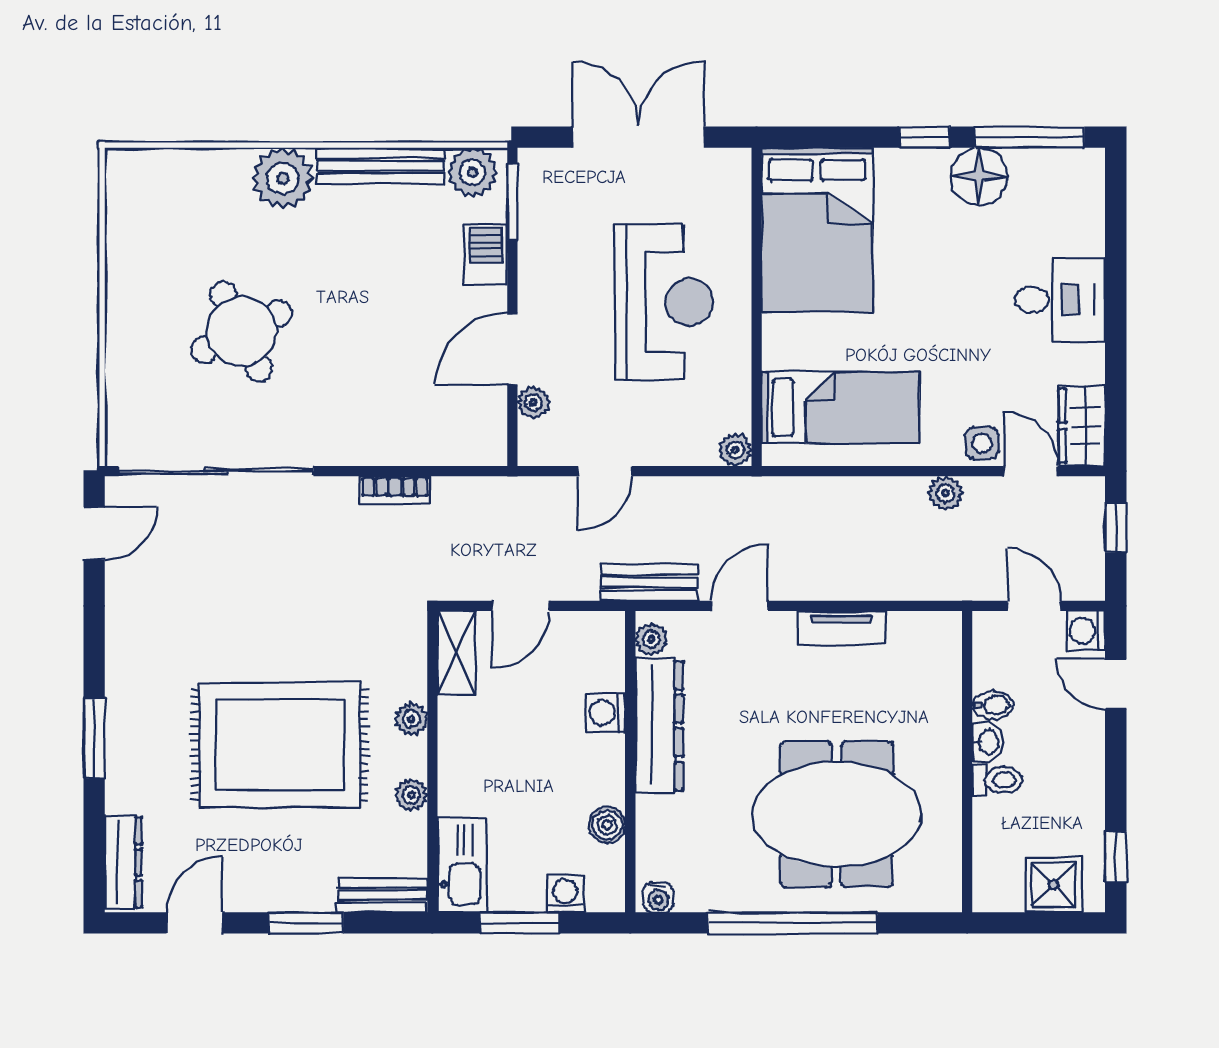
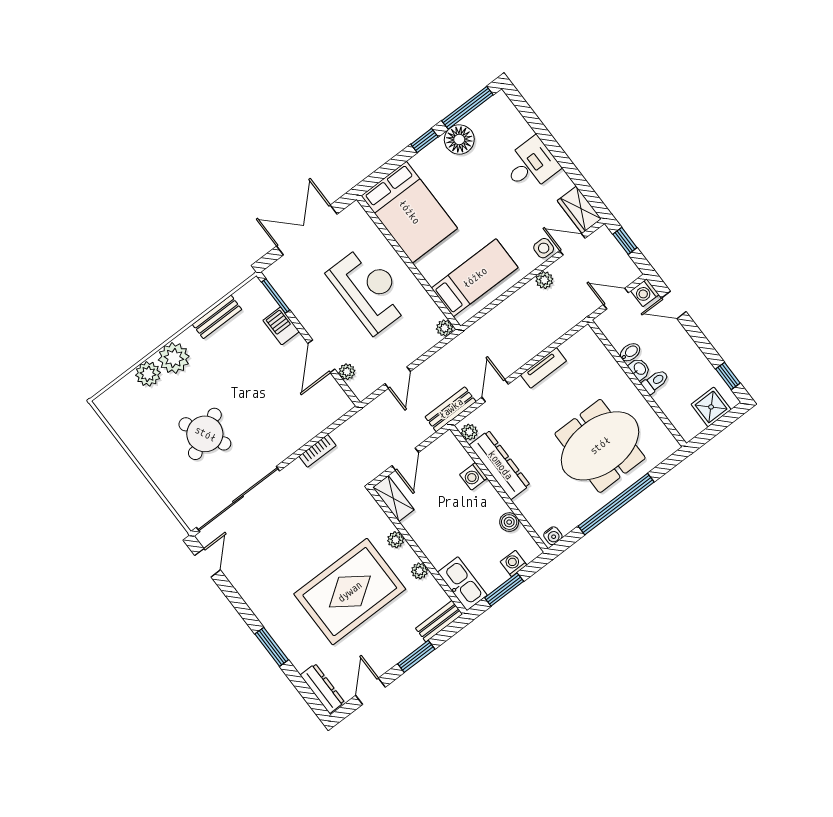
bench: (380, 166) -> (217, 317), width x0.73
plant: (472, 172) -> (148, 374), moved

